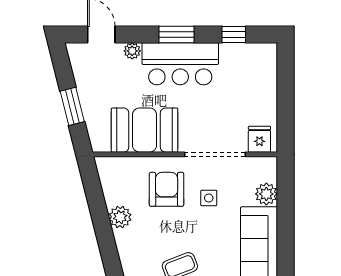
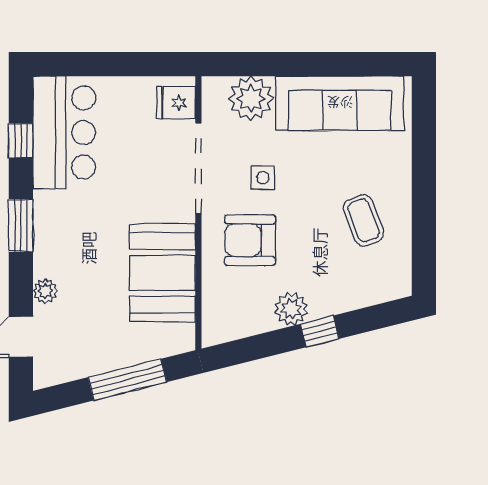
bar counter: (180, 64) -> (64, 133), moved
window: (72, 106) -> (127, 380), width x1.44
plant: (266, 194) -> (251, 99), width x1.36, depth x1.36
window: (105, 236) -> (320, 331), added

